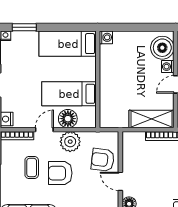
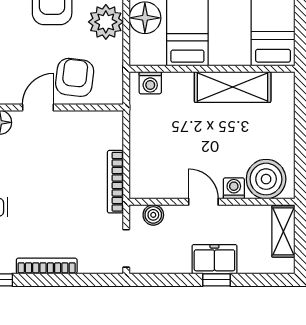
washing machine: (106, 37) -> (150, 83), moved
shelving: (152, 119) -> (233, 87), moved, turned 90

